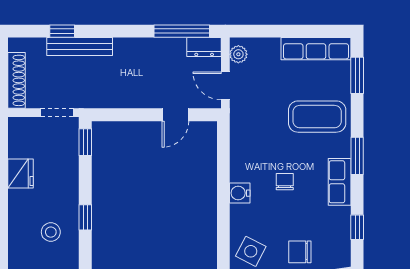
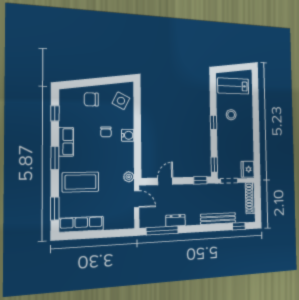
window: (62, 31) -> (239, 226), moved
dresser: (204, 47) -> (176, 220), moved
plant: (238, 54) -> (129, 177), moved
window: (112, 115) -> (200, 180), added
fridge: (20, 173) -> (248, 169), moved
chair: (285, 182) -> (106, 132), moved
chair: (300, 252) -> (91, 99), turned 180

